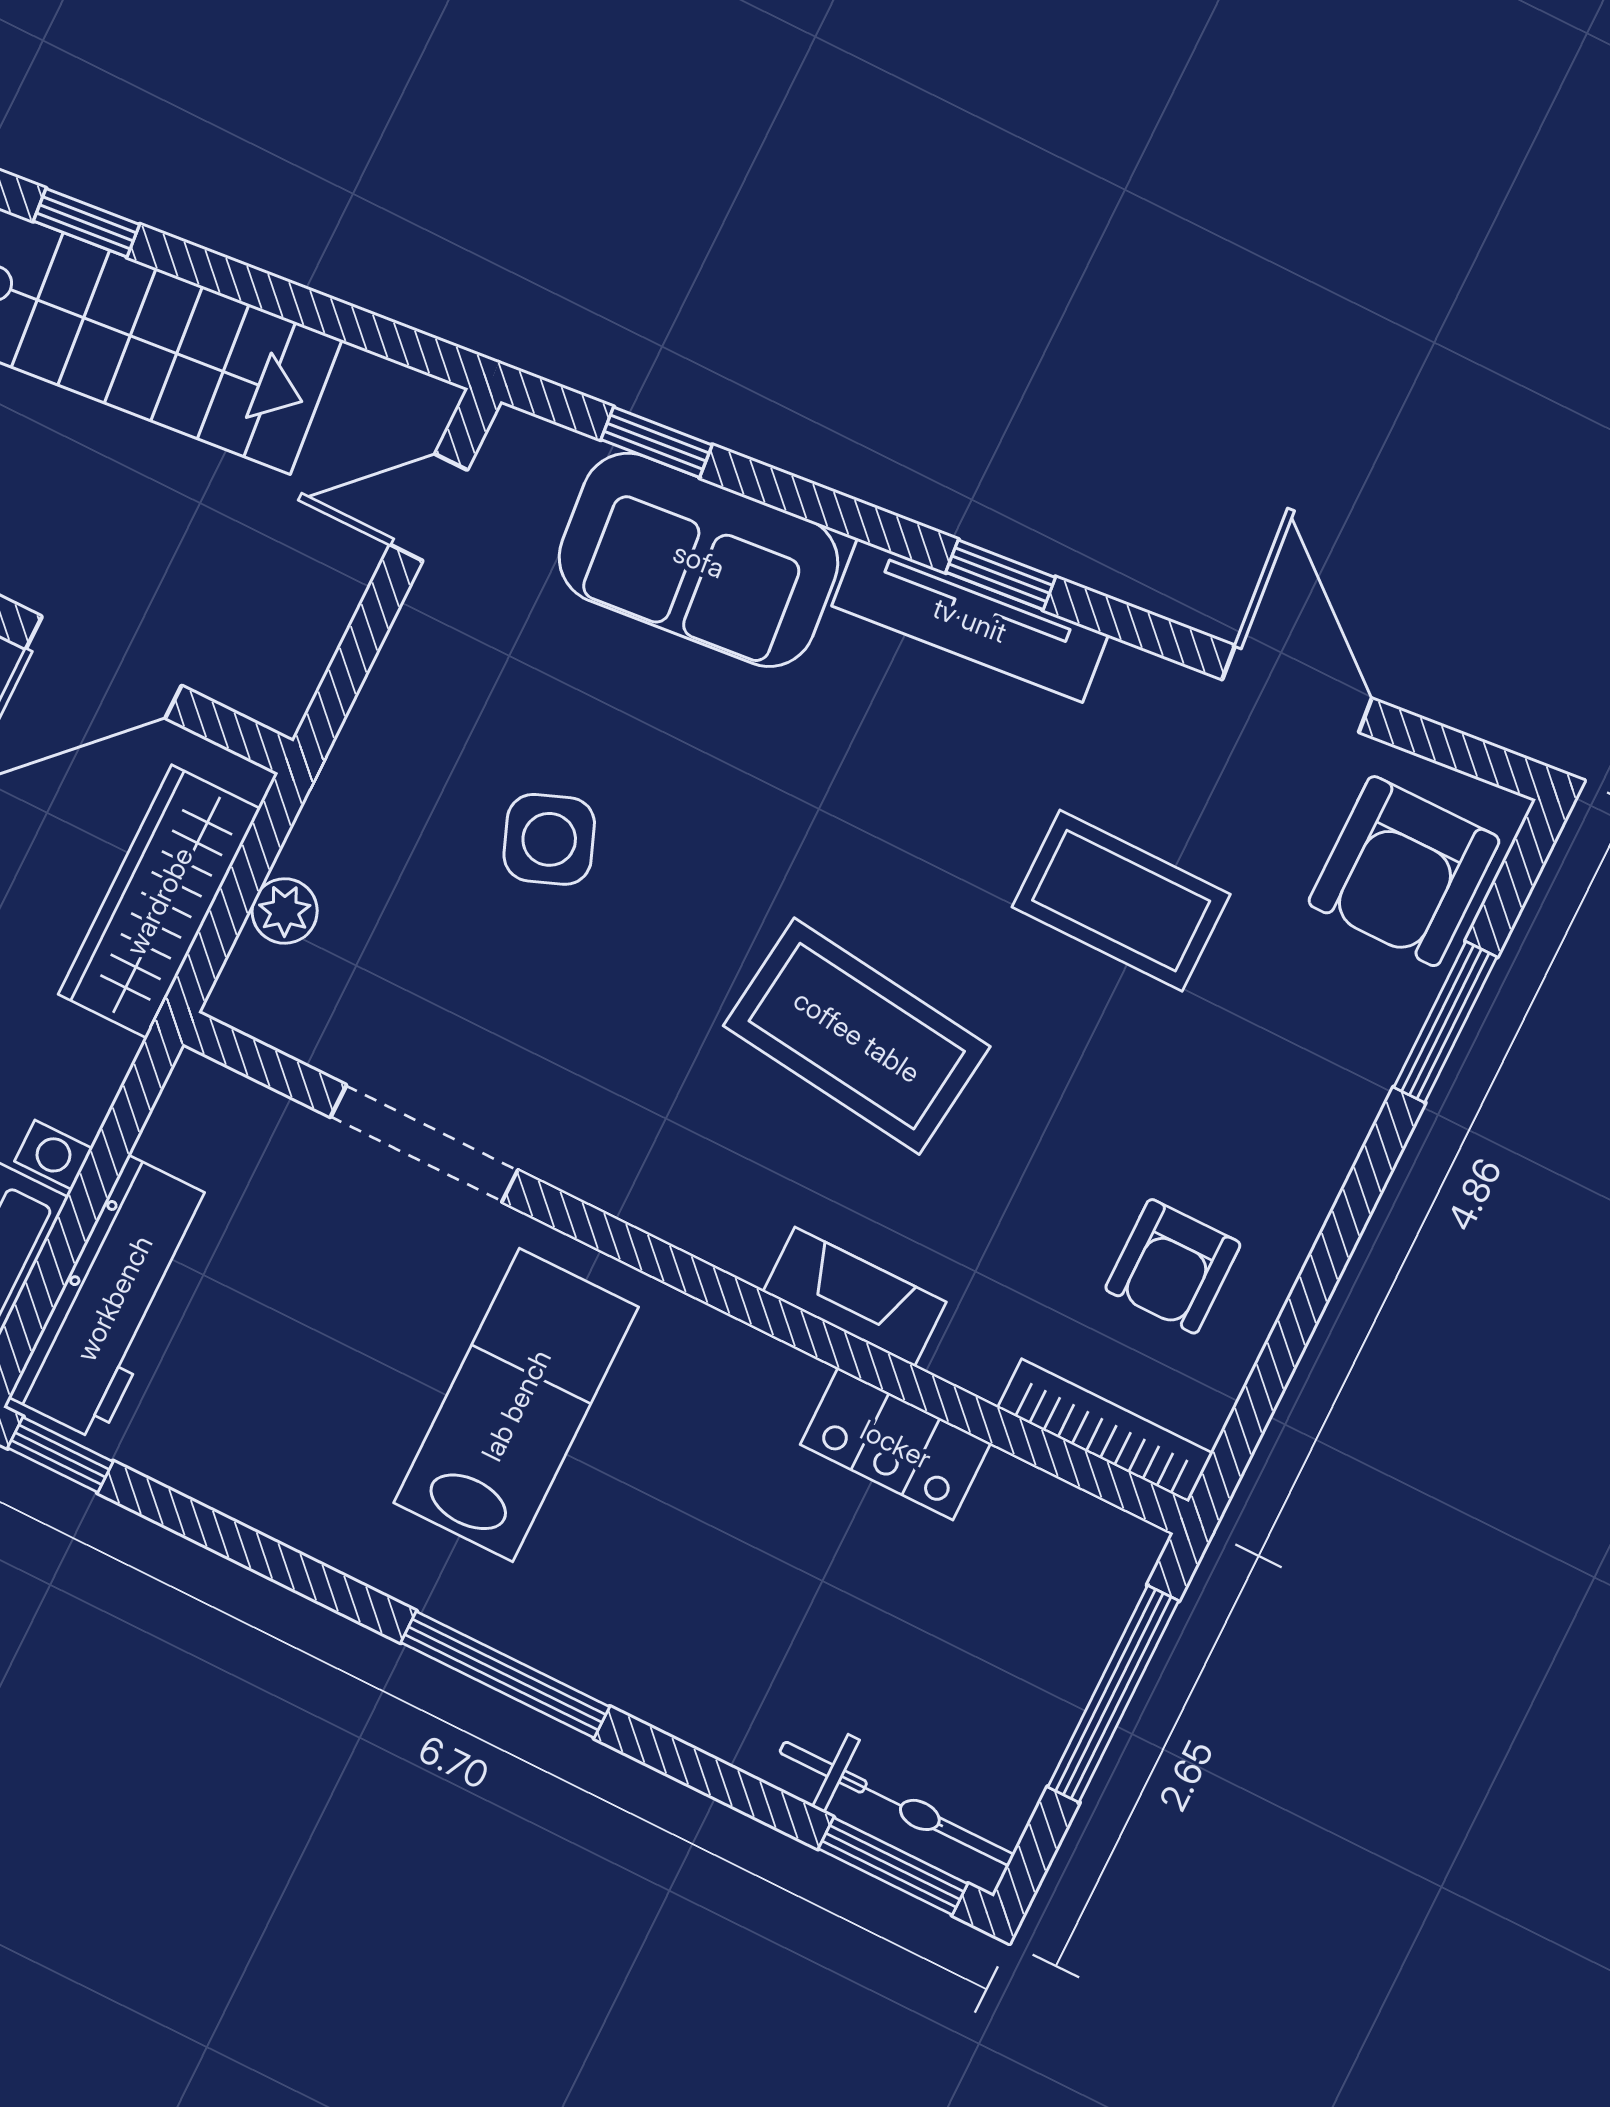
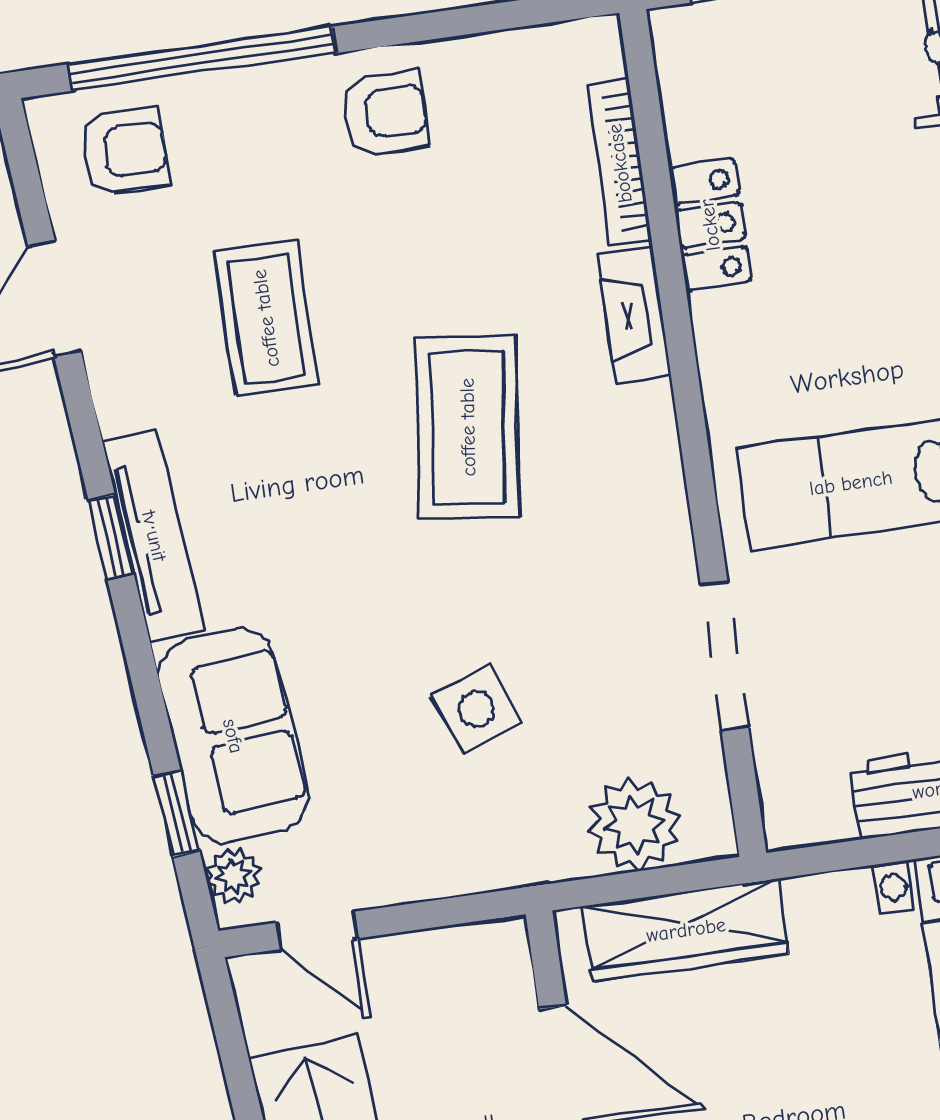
plant: (549, 457) -> (233, 876), added
armchair: (1404, 871) -> (124, 151), width x0.72, depth x0.72
plant: (285, 911) -> (634, 824), width x1.88, depth x1.88
window: (1445, 1022) -> (202, 59), width x2.11
armchair: (1173, 1266) -> (385, 112), moved
bookcase: (1105, 1430) -> (620, 163), moved

